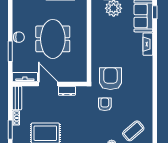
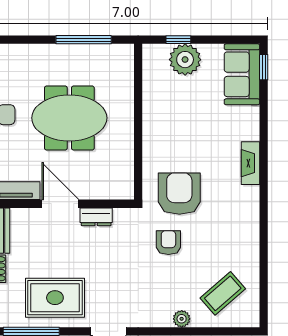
meeting table: (53, 39) -> (69, 118), turned 90
fireplace: (148, 44) -> (250, 163), moved

